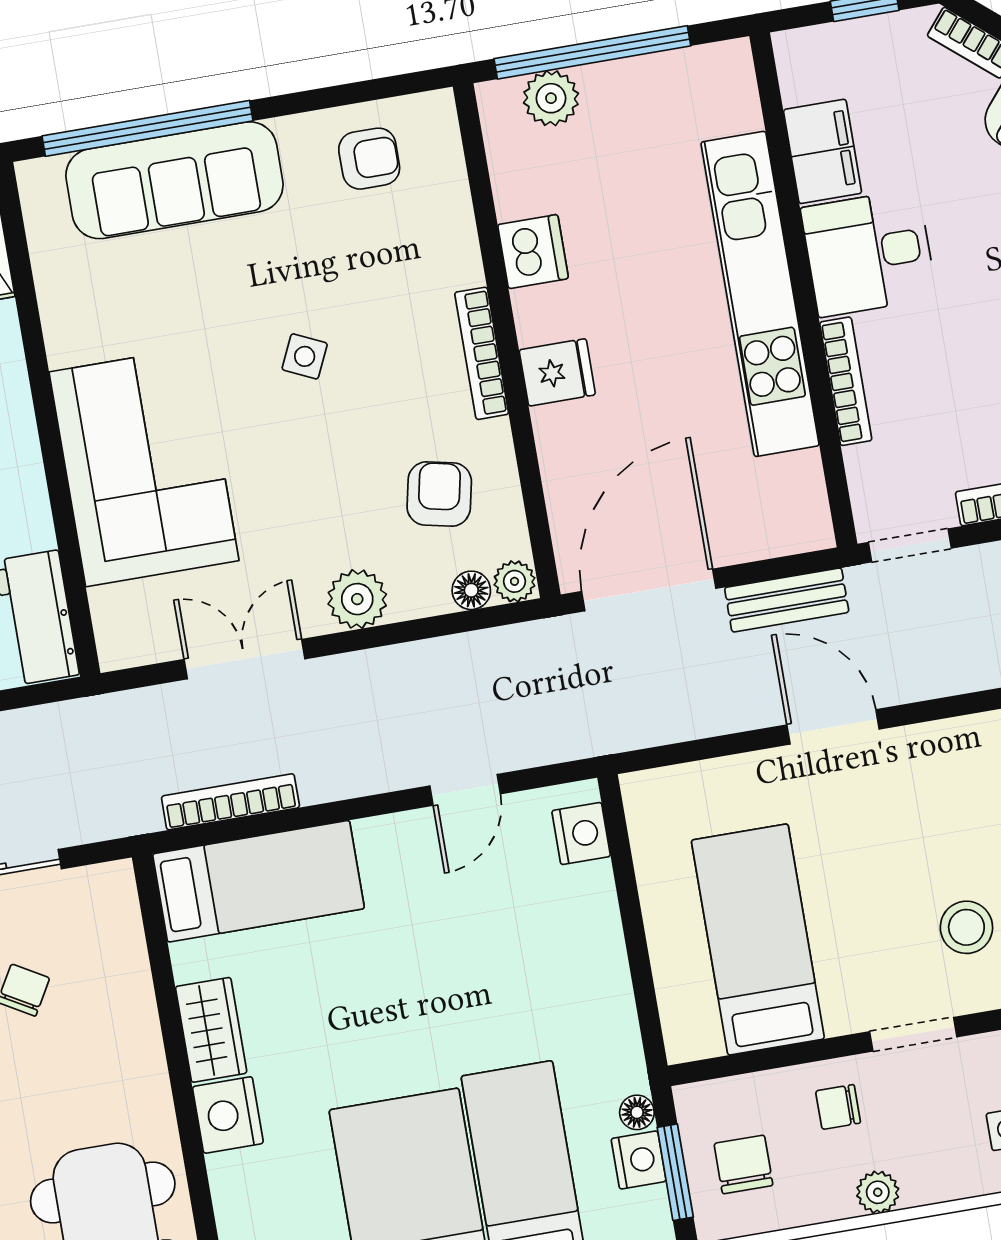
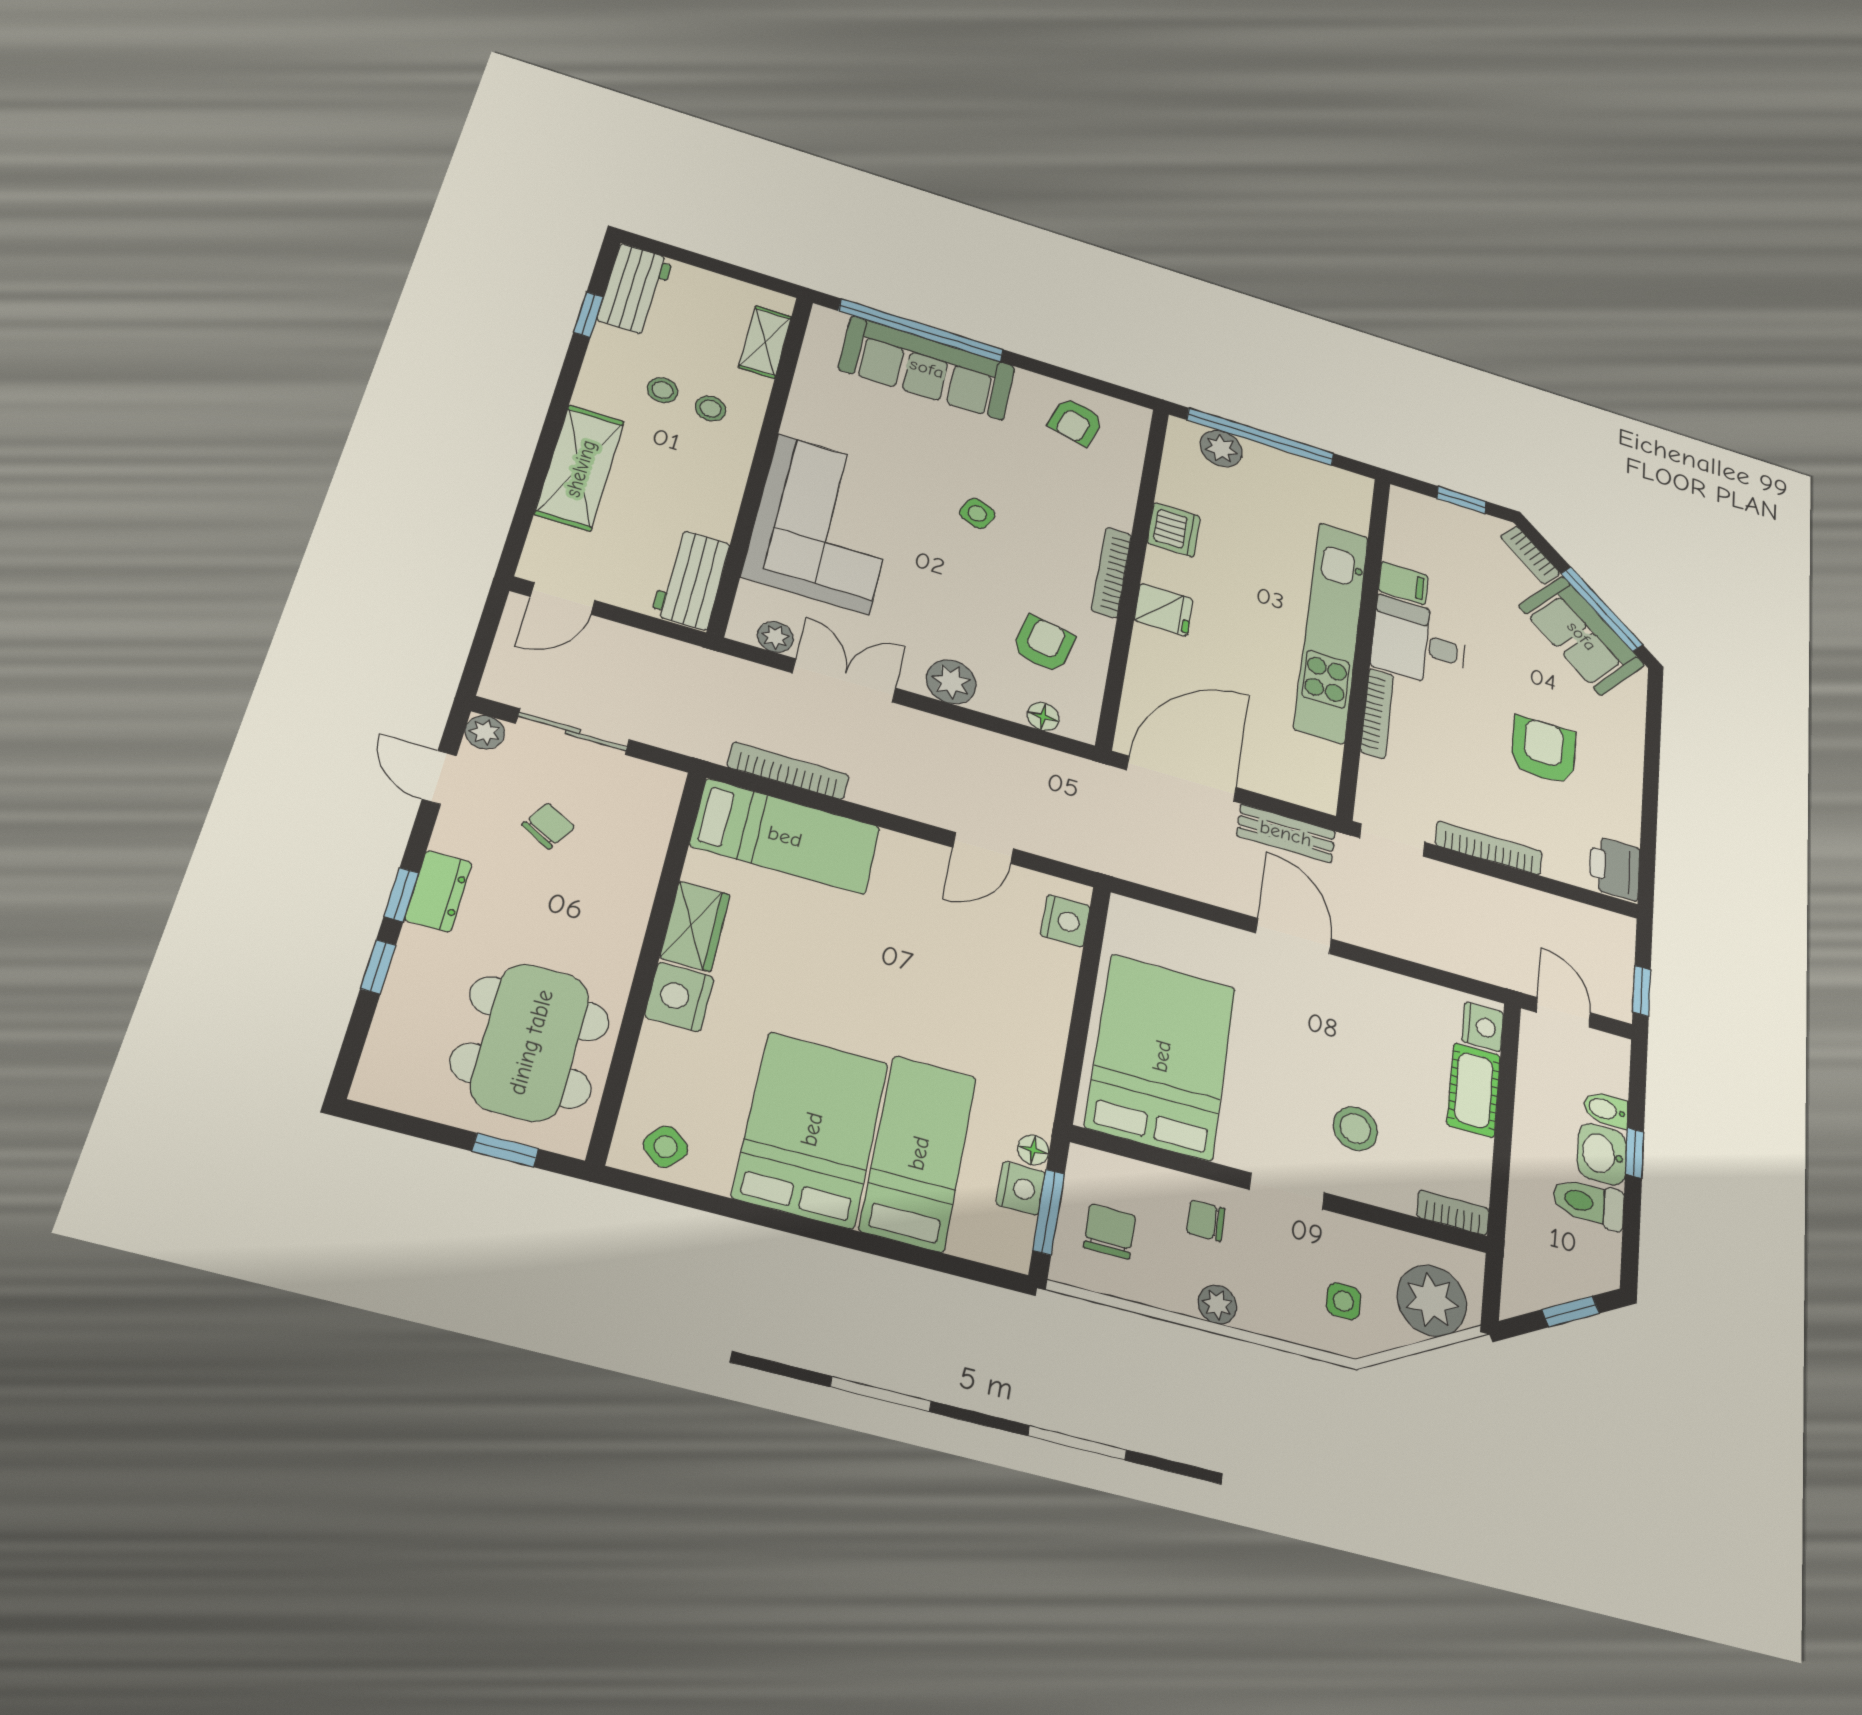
filing cabinet: (822, 151) -> (1403, 583), width x0.50
armchair: (369, 159) -> (1076, 422), turned 106
plant: (515, 581) -> (775, 637), moved
bed: (758, 939) -> (1161, 1056), width x1.50

